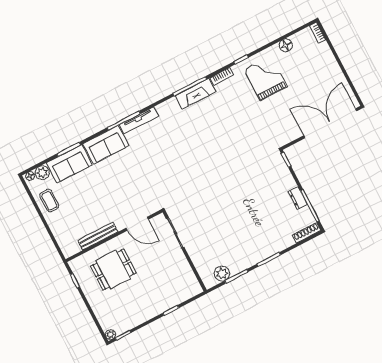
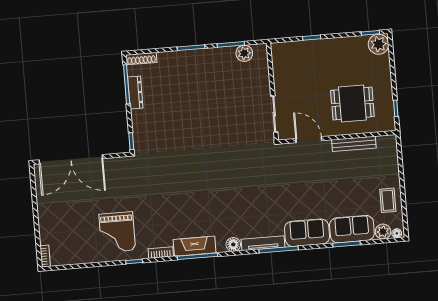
floor lamp: (286, 45) -> (233, 244), moved
dresser: (298, 198) -> (135, 93), width x1.44
plant: (110, 335) -> (379, 44), width x1.88, depth x1.88

